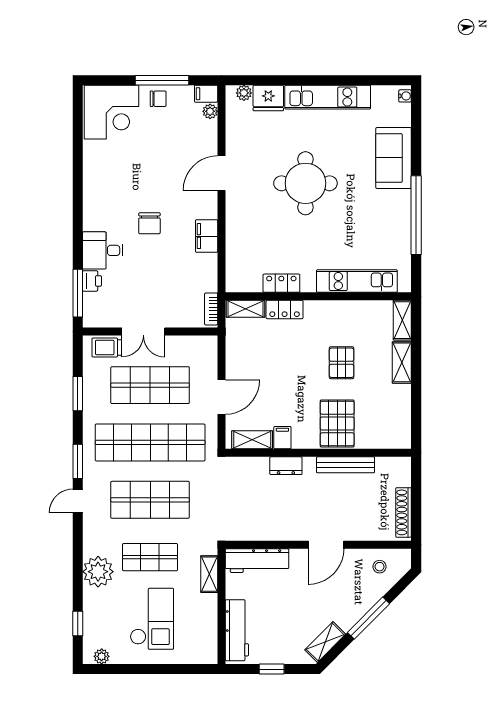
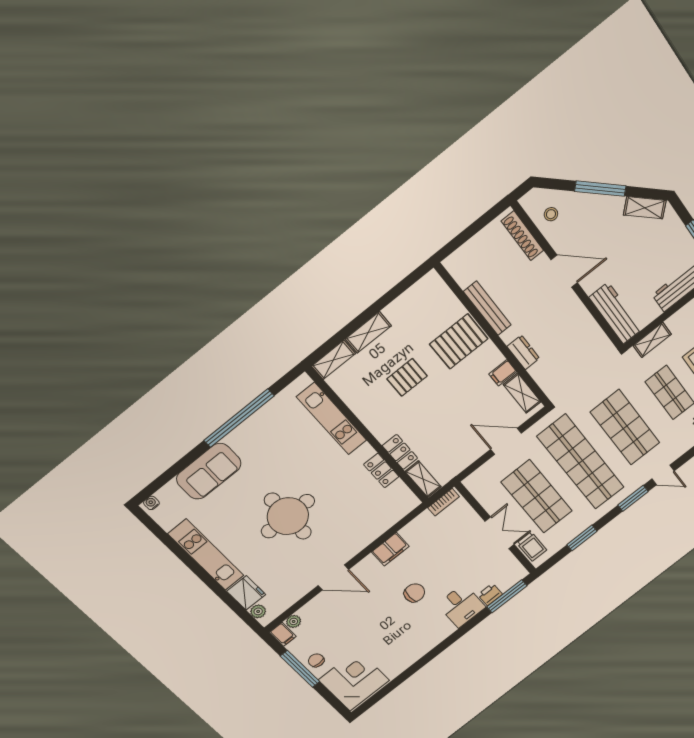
shoe rack: (404, 512) -> (522, 236), moved, turned 90

